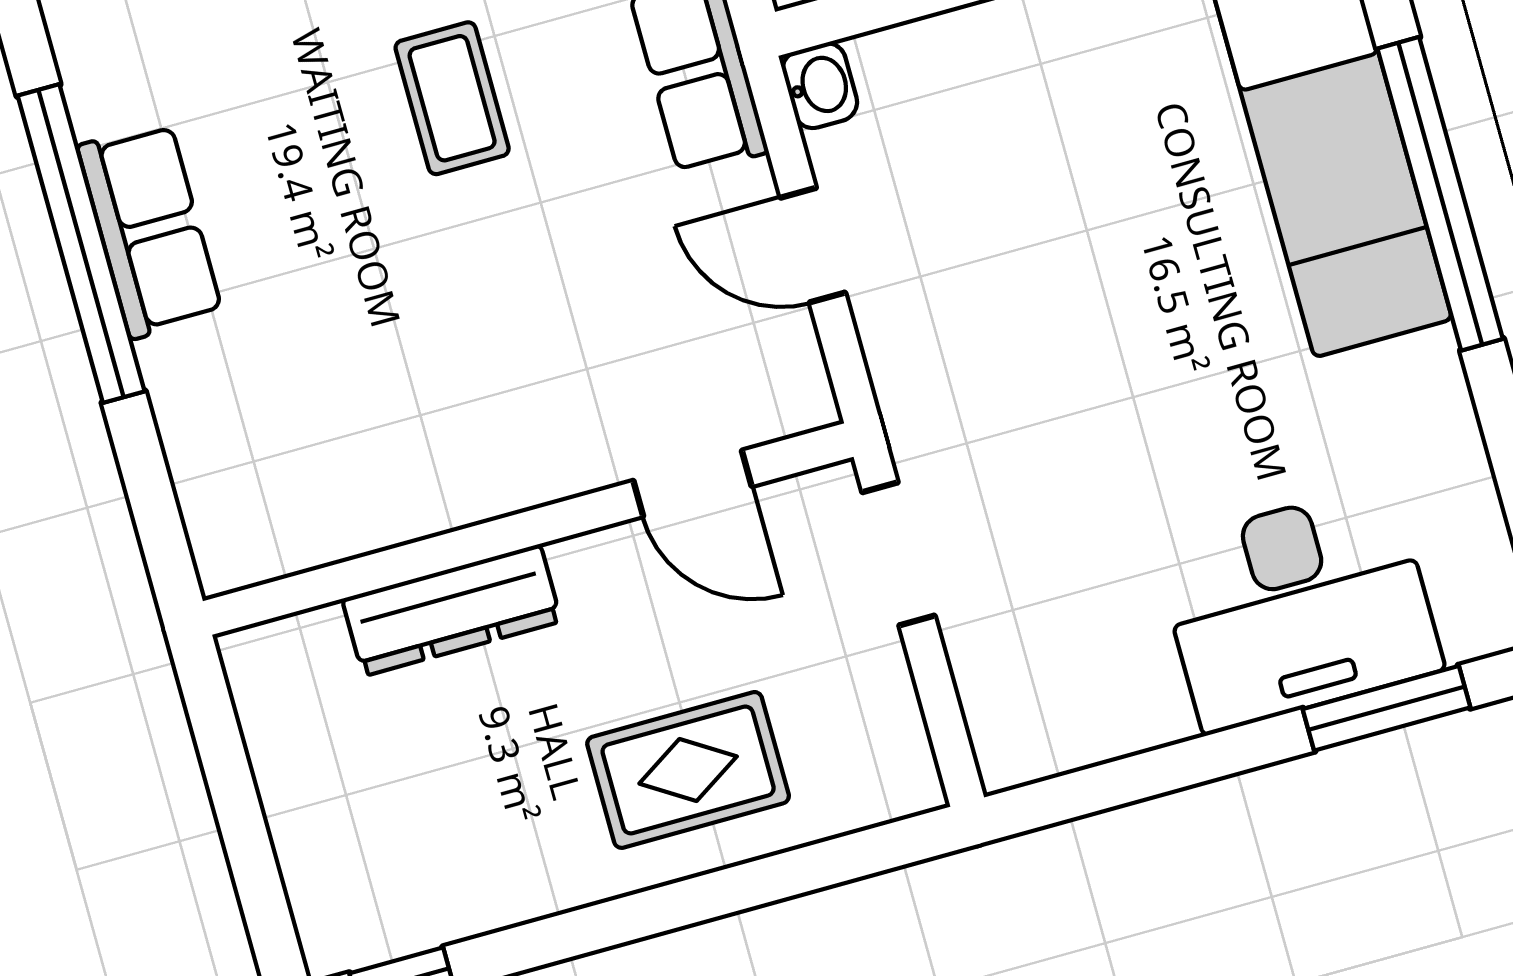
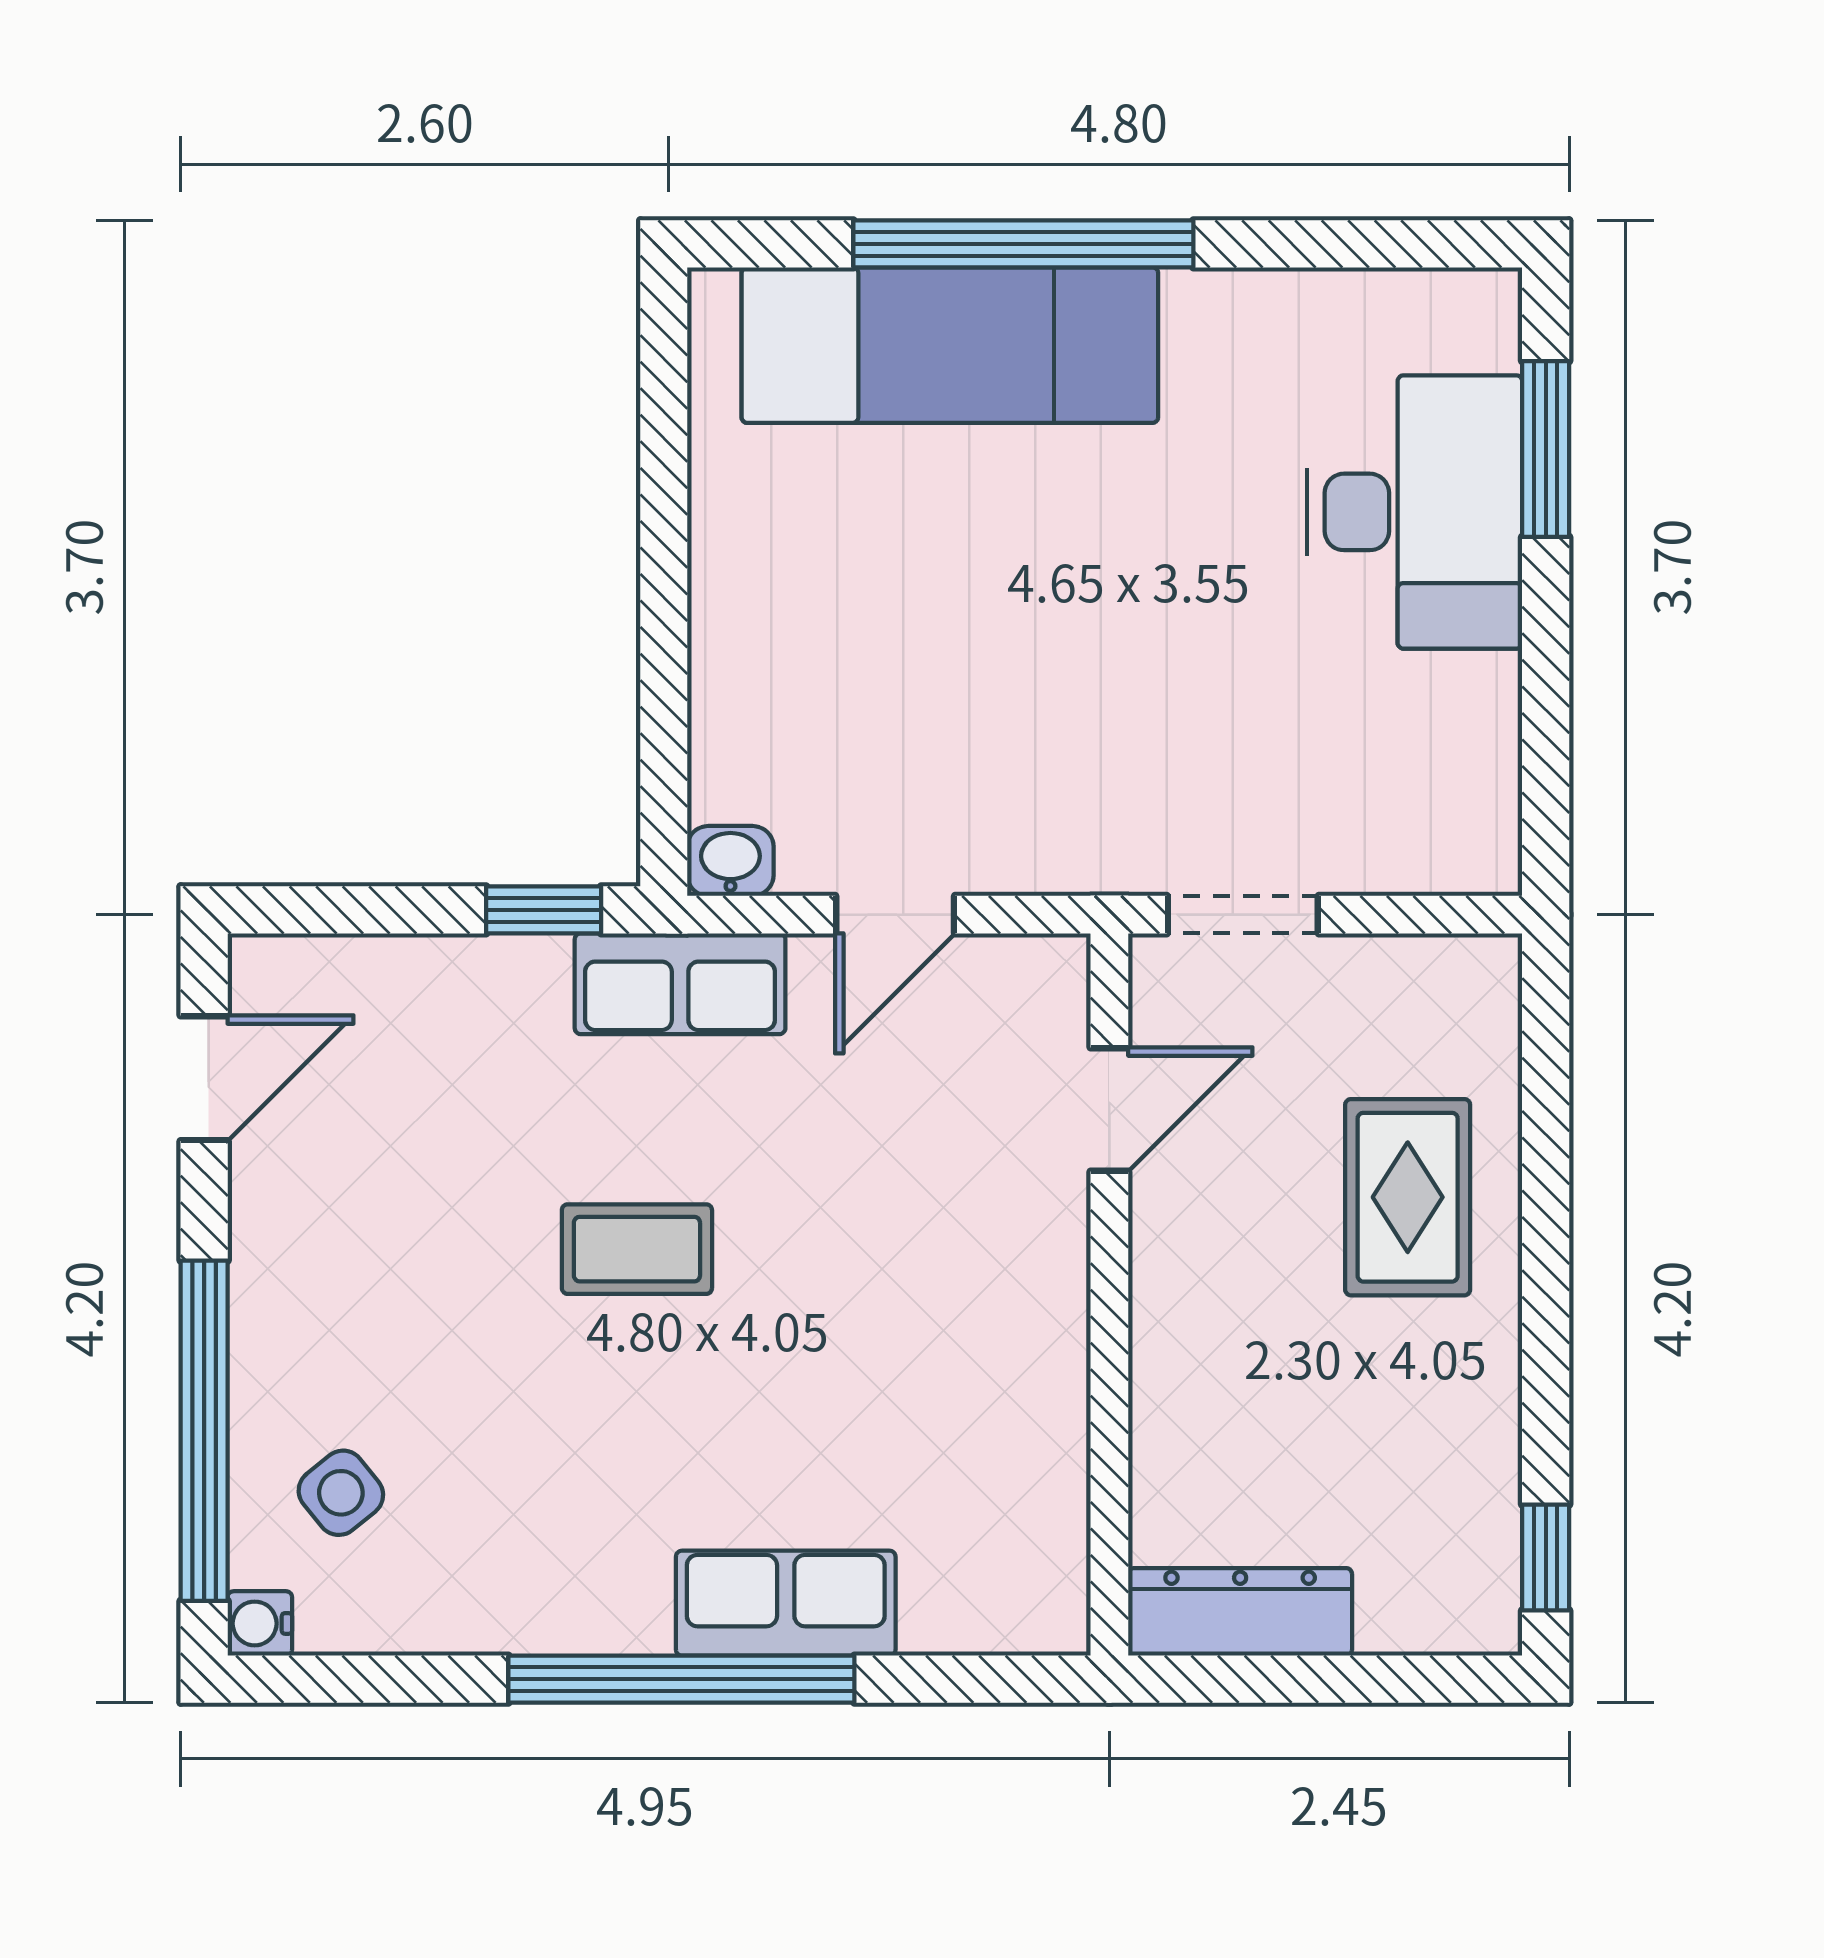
row of seats: (150, 230) -> (786, 1603), moved
dresser: (452, 610) -> (1240, 1612), moved, turned -90

